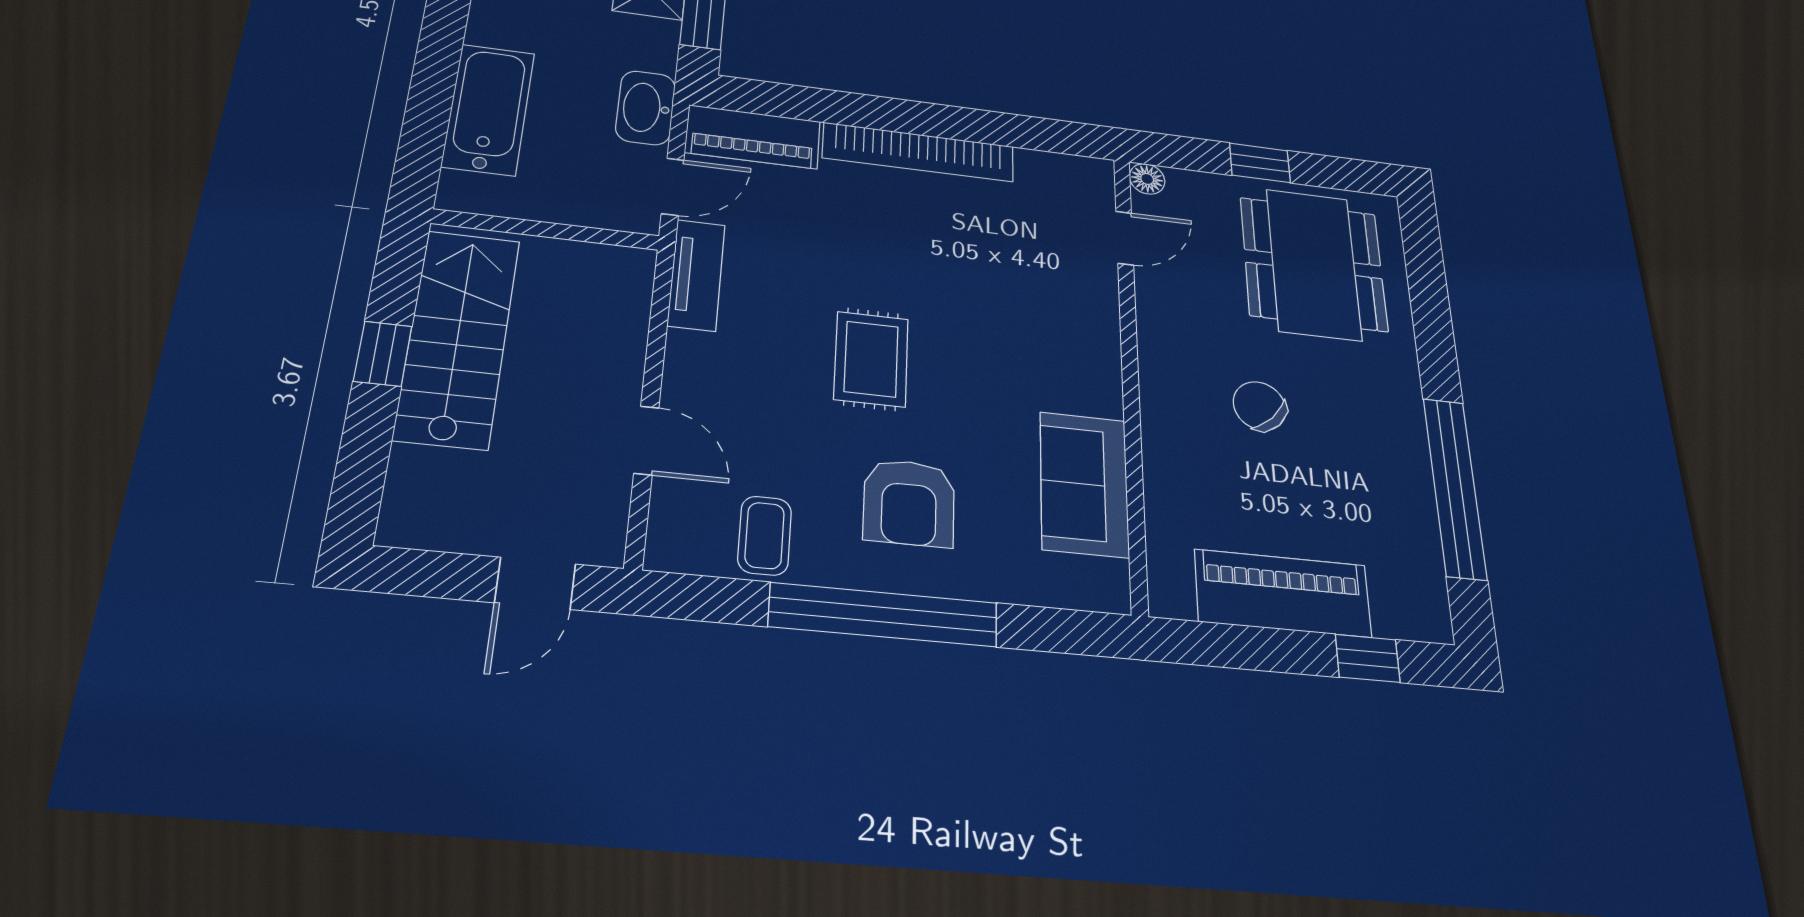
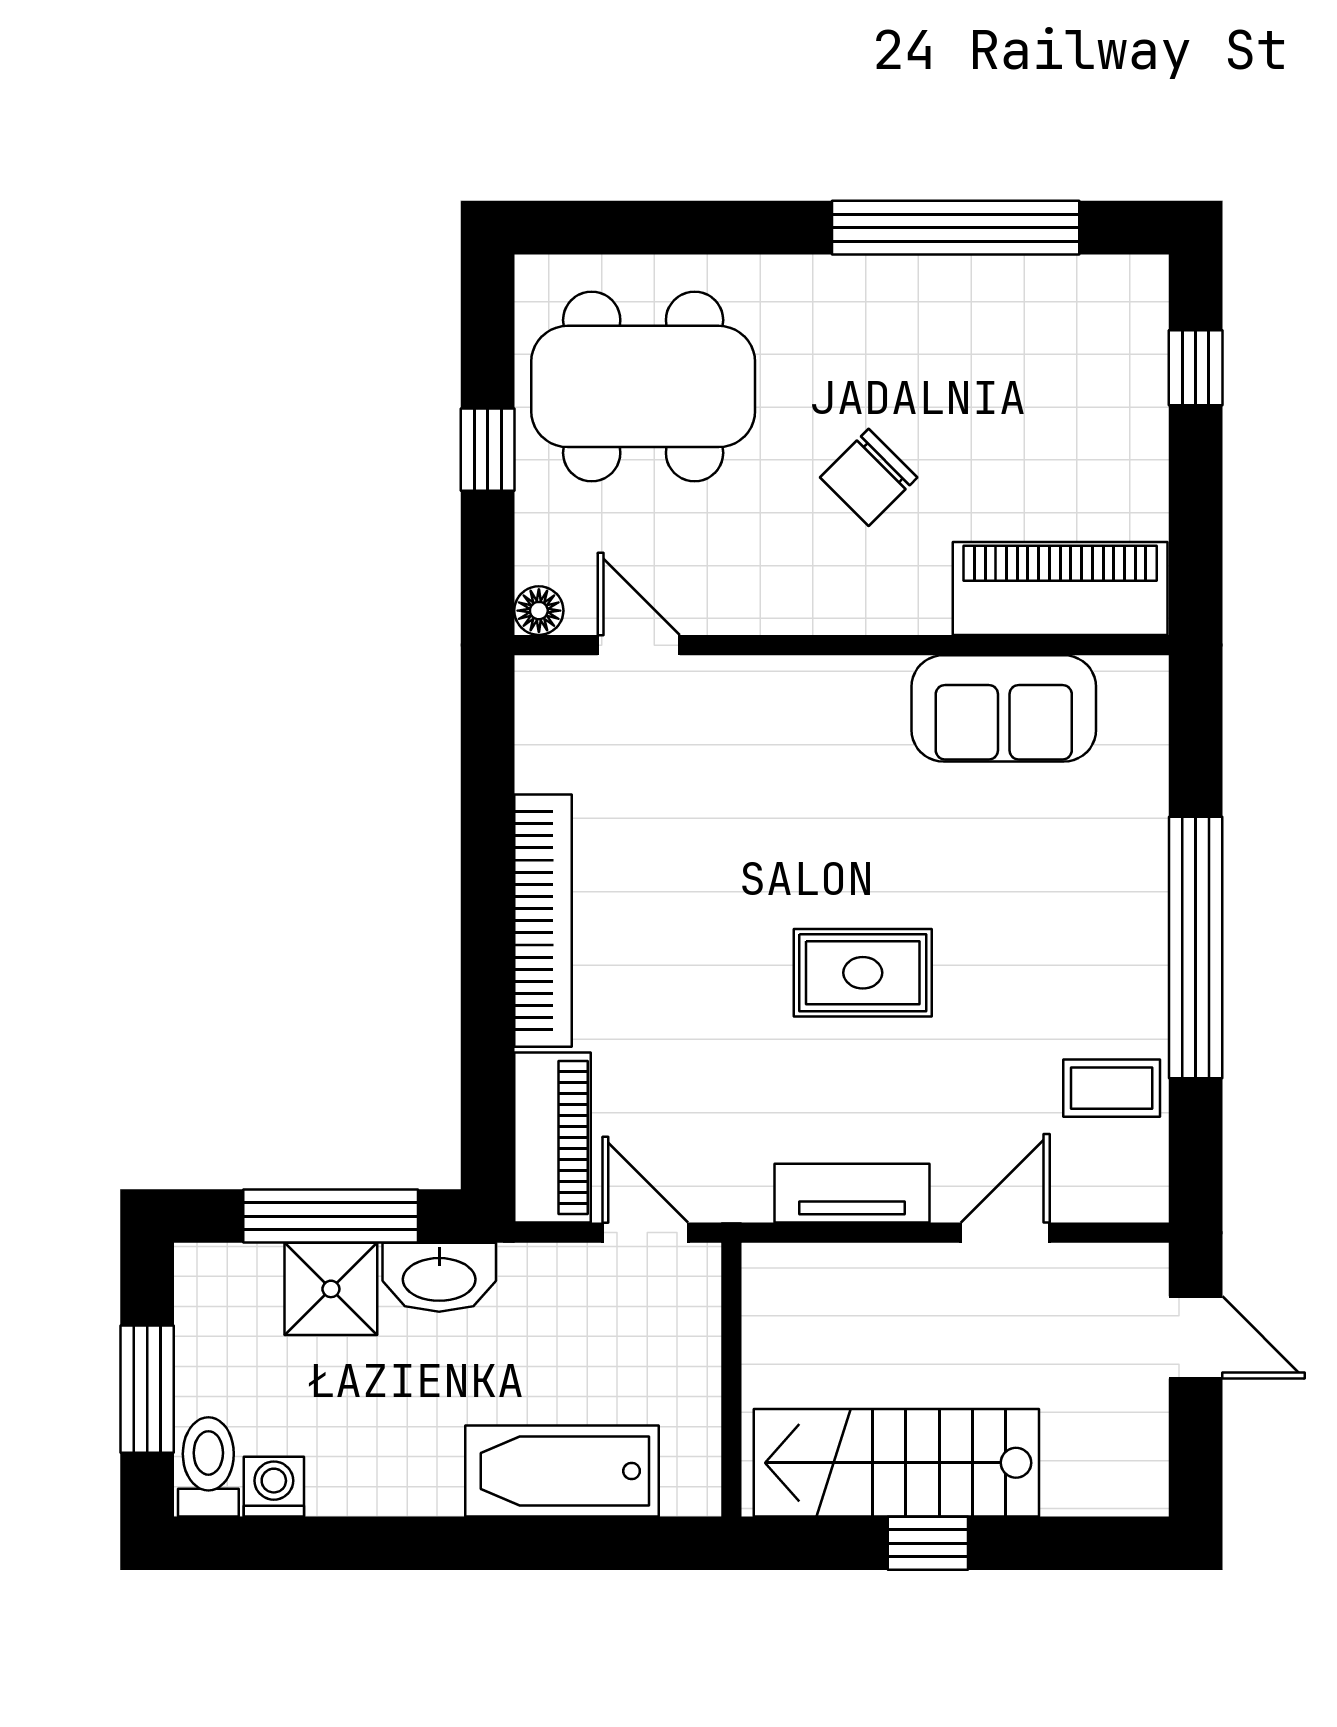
washbasin: (646, 108) -> (439, 1277), moved
tv unit: (696, 275) -> (852, 1193), moved
armchair: (909, 503) -> (1052, 922), removed
piano: (1283, 593) -> (1060, 588), moved, turned 90

